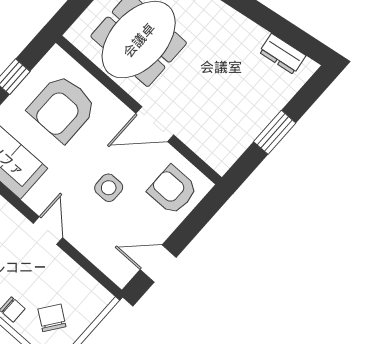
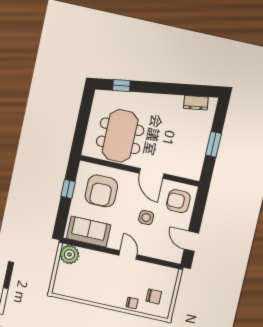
door: (155, 124) -> (151, 173), hinge flipped
door: (158, 264) -> (191, 241), hinge flipped
chair: (52, 318) -> (154, 296), turned 144

